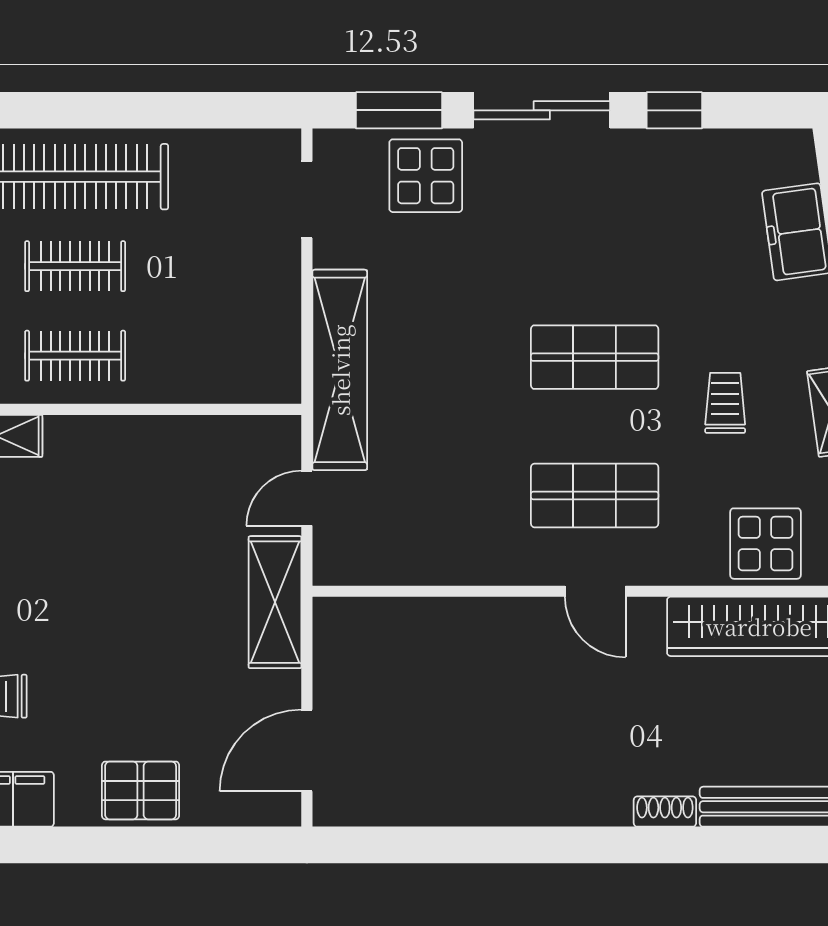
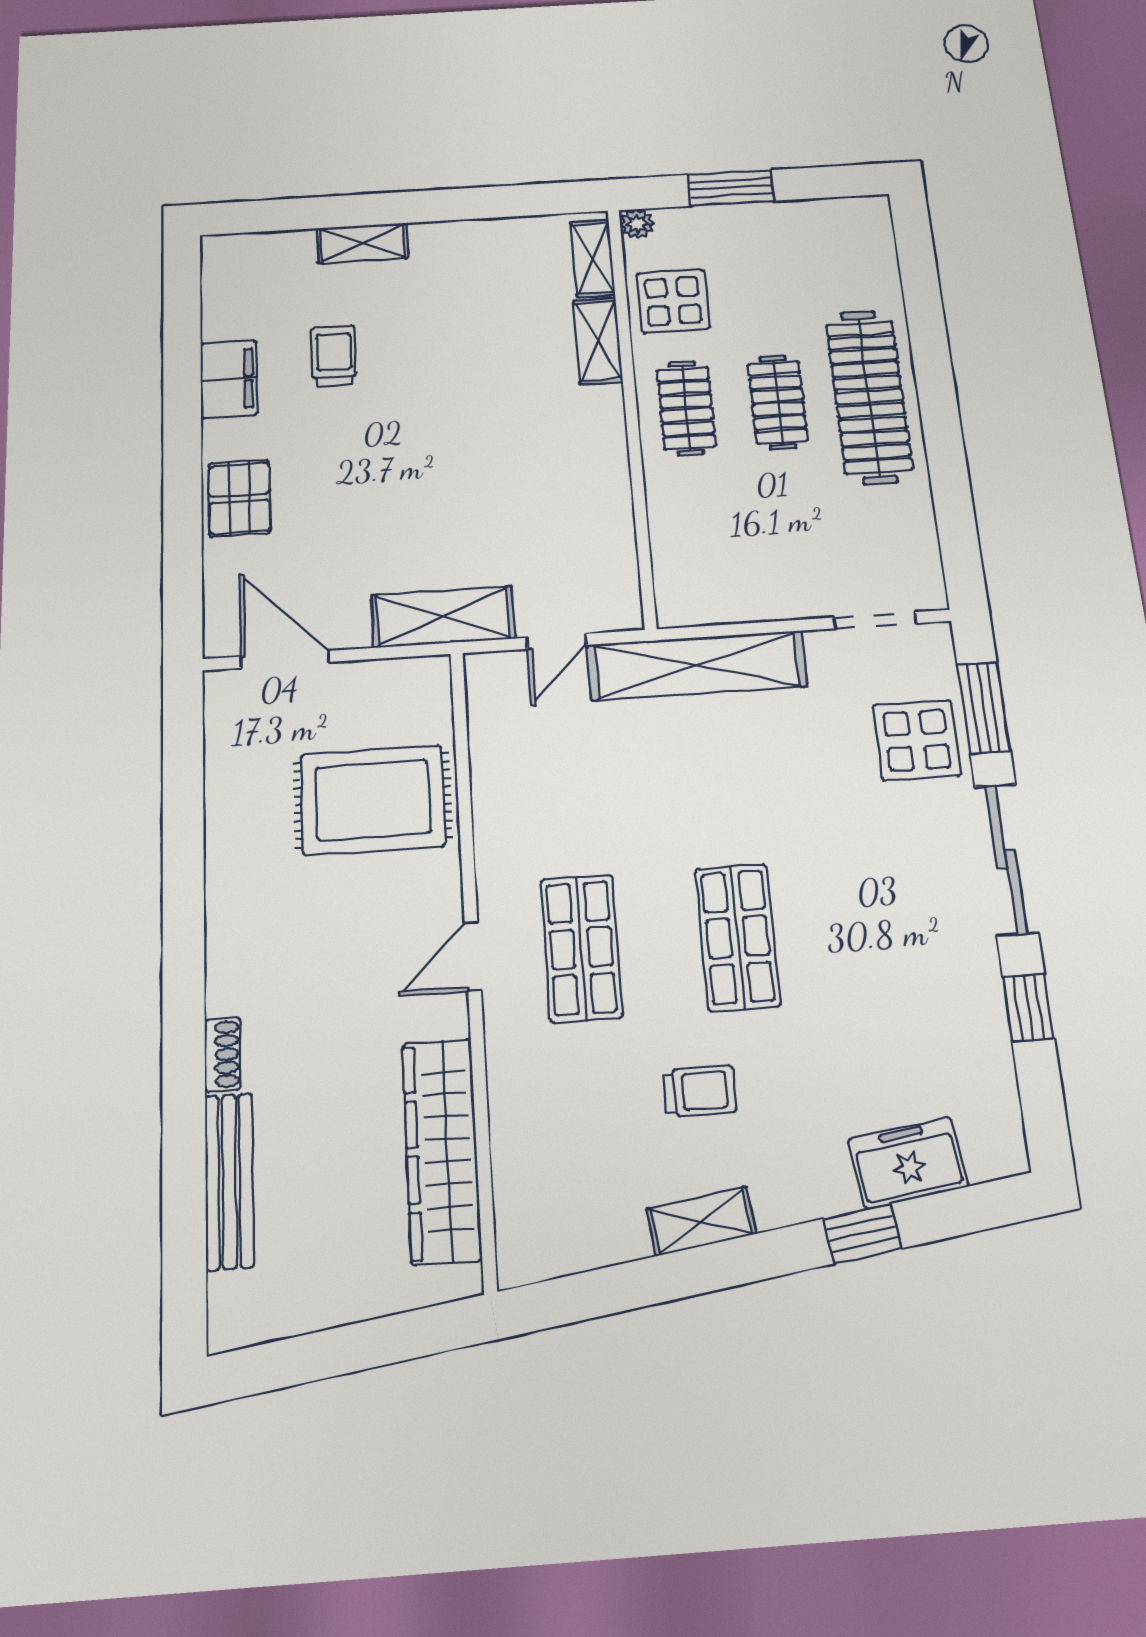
door: (307, 498) -> (556, 641), swing flipped
display table: (766, 544) -> (539, 1151), removed
rug: (447, 674) -> (373, 800), added

